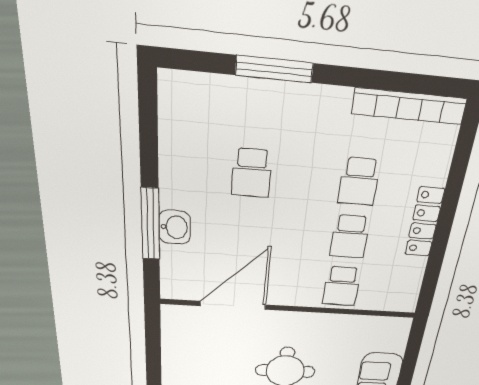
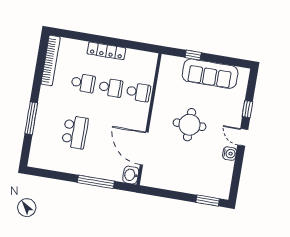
school desk: (252, 173) -> (75, 132), width x1.85
washbasin: (175, 227) -> (131, 175), moved, turned -90
window: (409, 365) -> (193, 55), added

